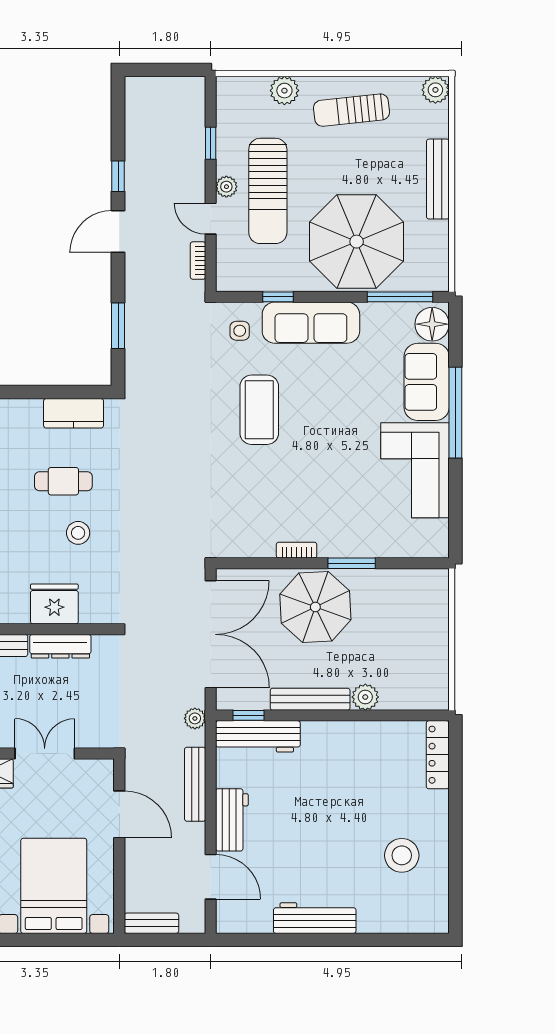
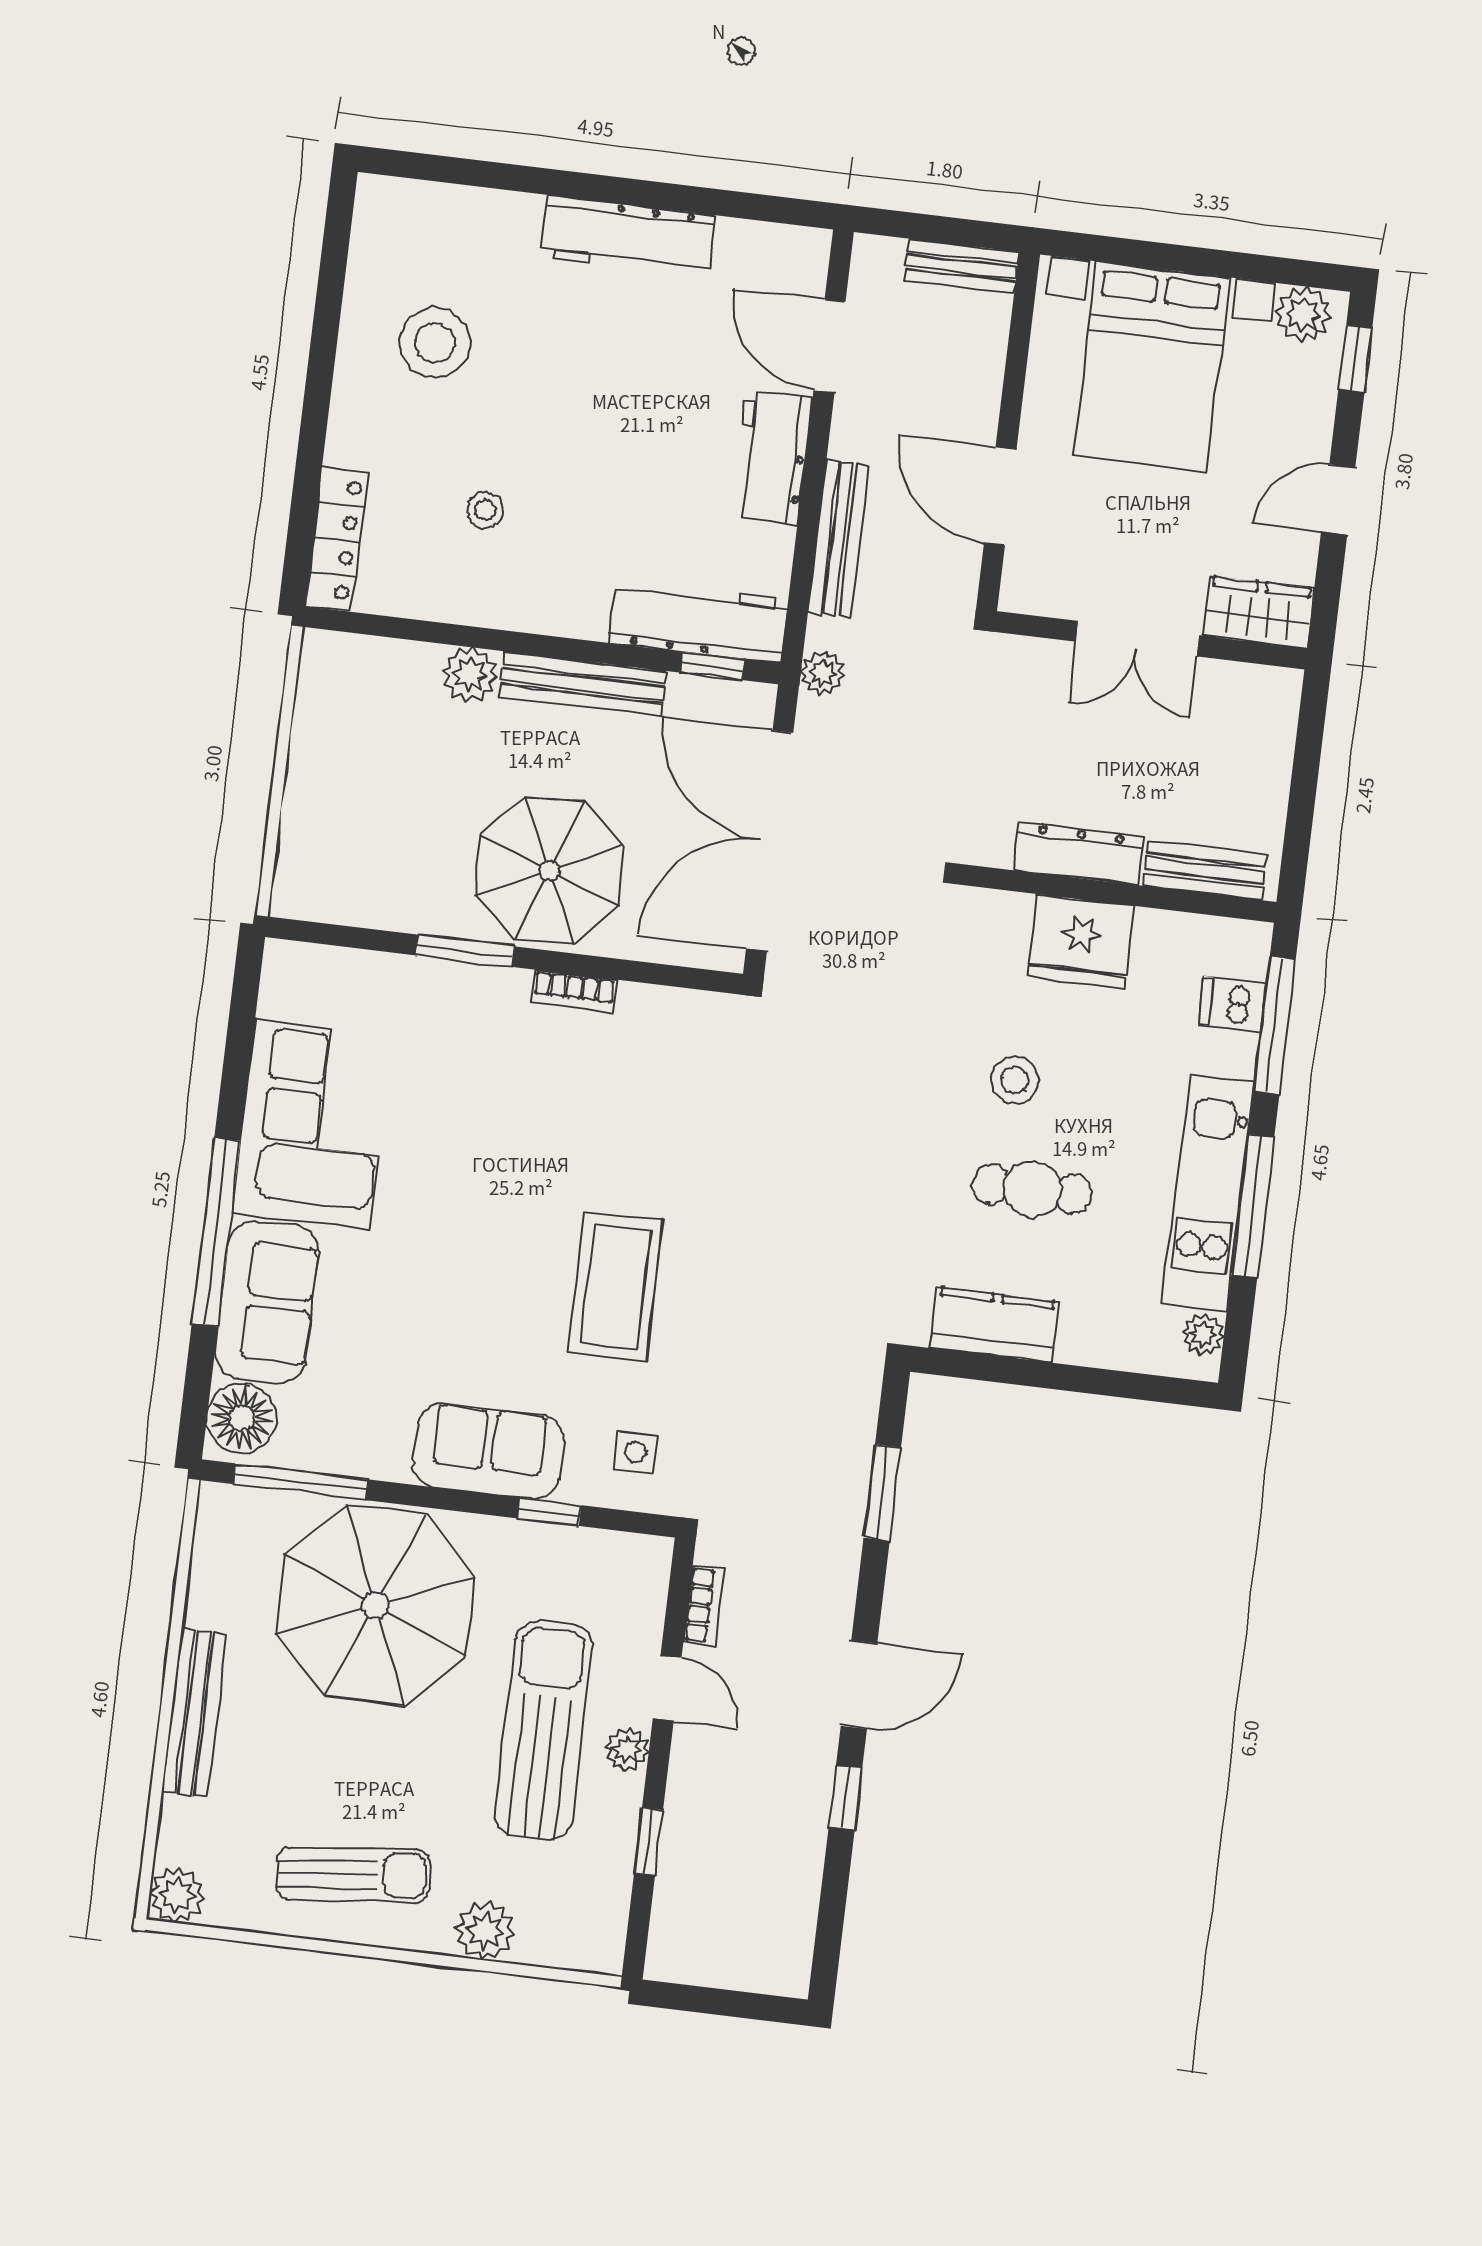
sofa: (311, 323) -> (488, 1451), width x0.73
stool: (368, 778) -> (485, 510), added

